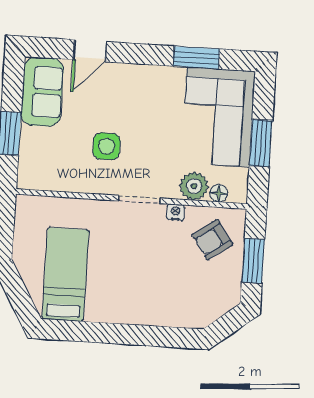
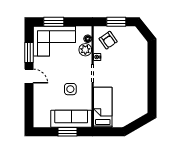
door: (90, 51) -> (29, 76), moved
sofa: (42, 92) -> (71, 119), moved, width x1.36
window: (261, 143) -> (54, 22), moved
bed: (65, 274) -> (103, 107), moved, turned 90

